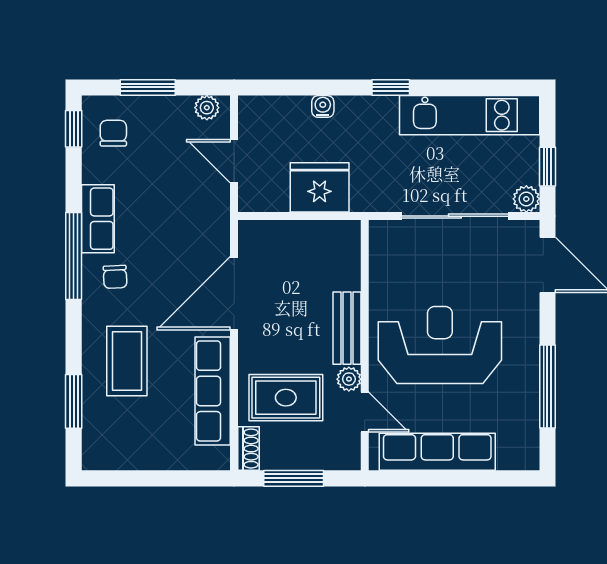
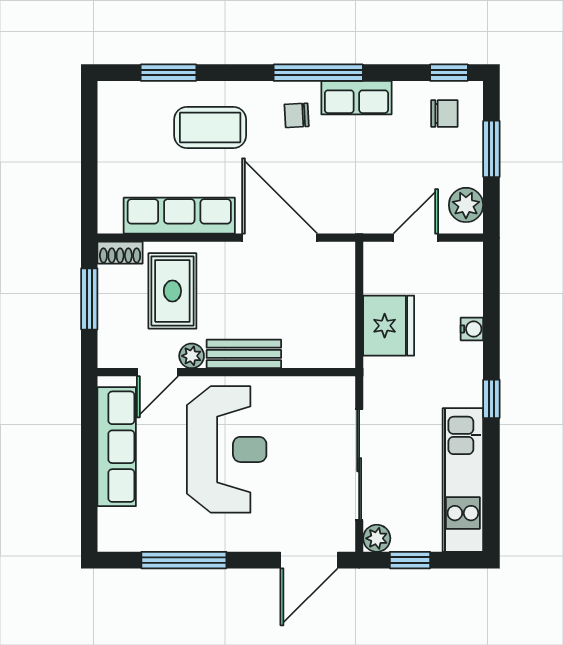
plant: (207, 108) -> (466, 205), width x1.38, depth x1.38

